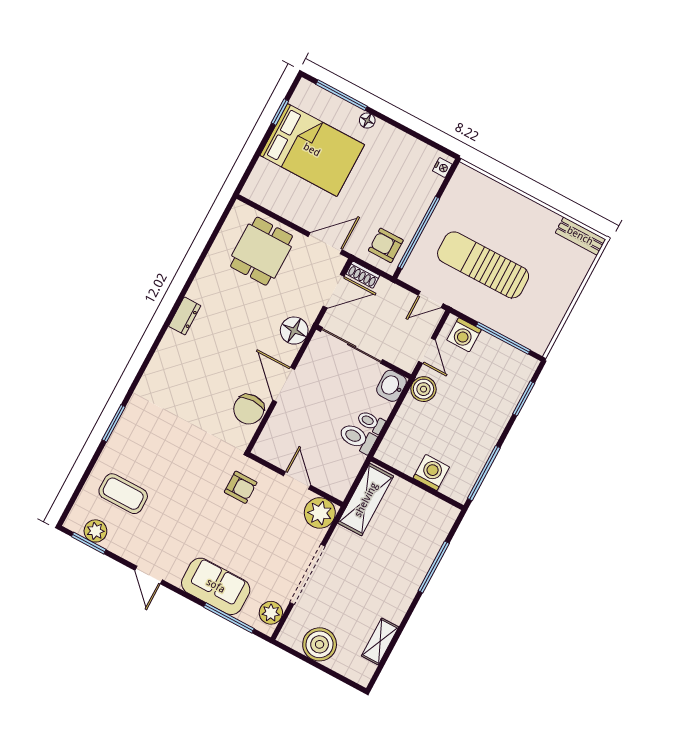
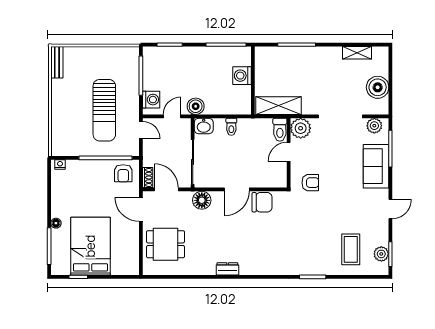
toilet: (357, 438) -> (280, 130), moved
armchair: (241, 487) -> (310, 183), turned 90

